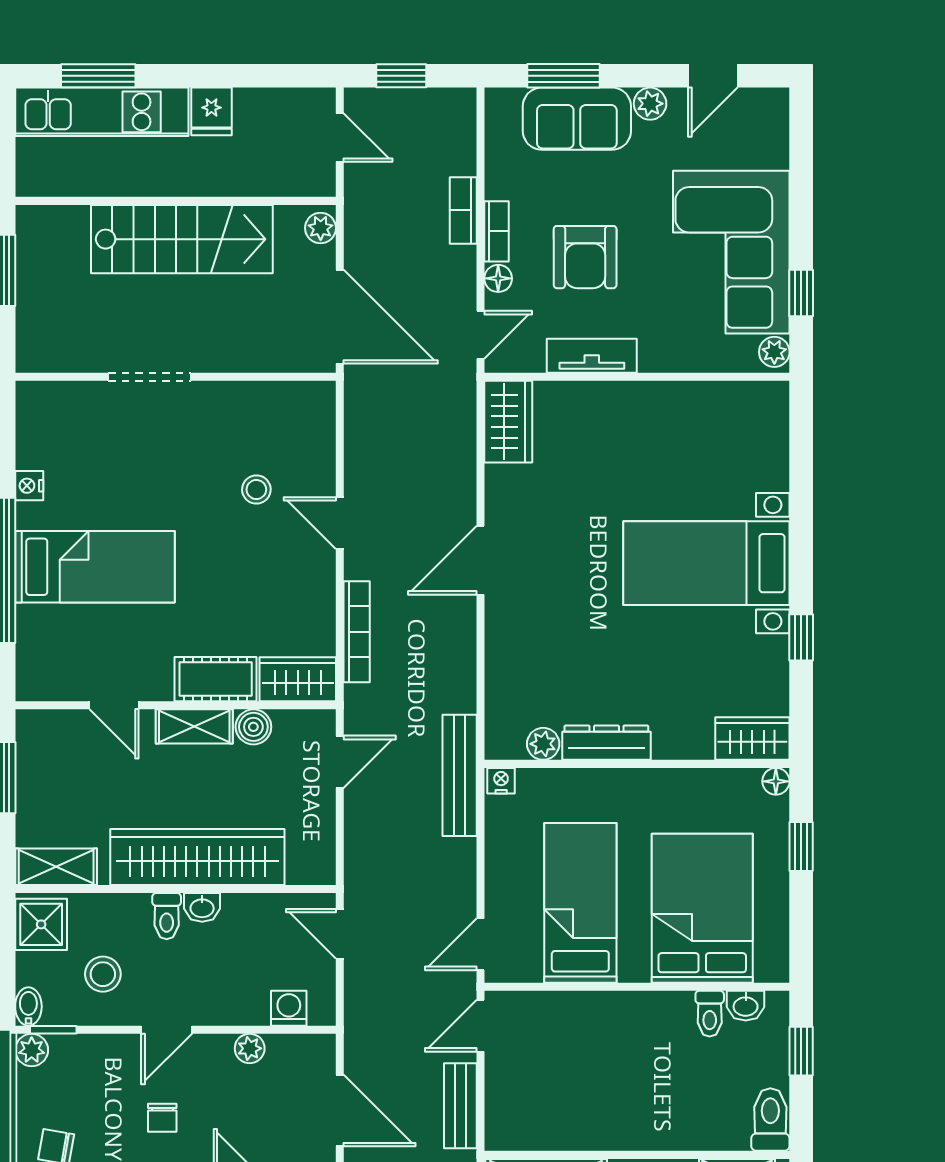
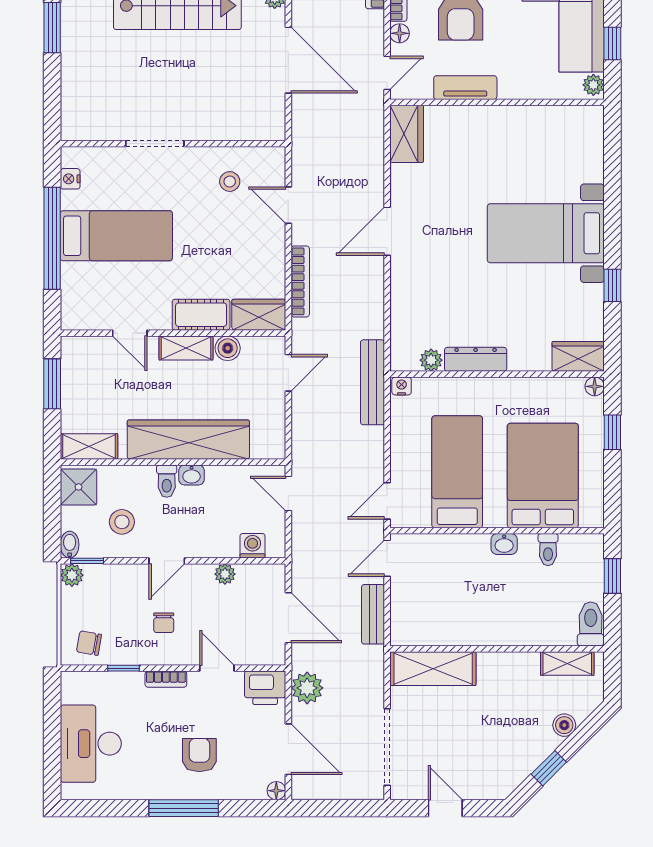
doorway: (150, 377) -> (155, 144), moved
wall: (176, 377) -> (173, 144), moved
washbasin: (746, 1006) -> (504, 544), moved

